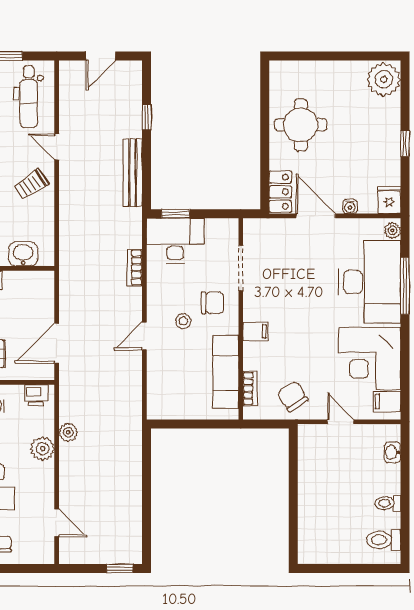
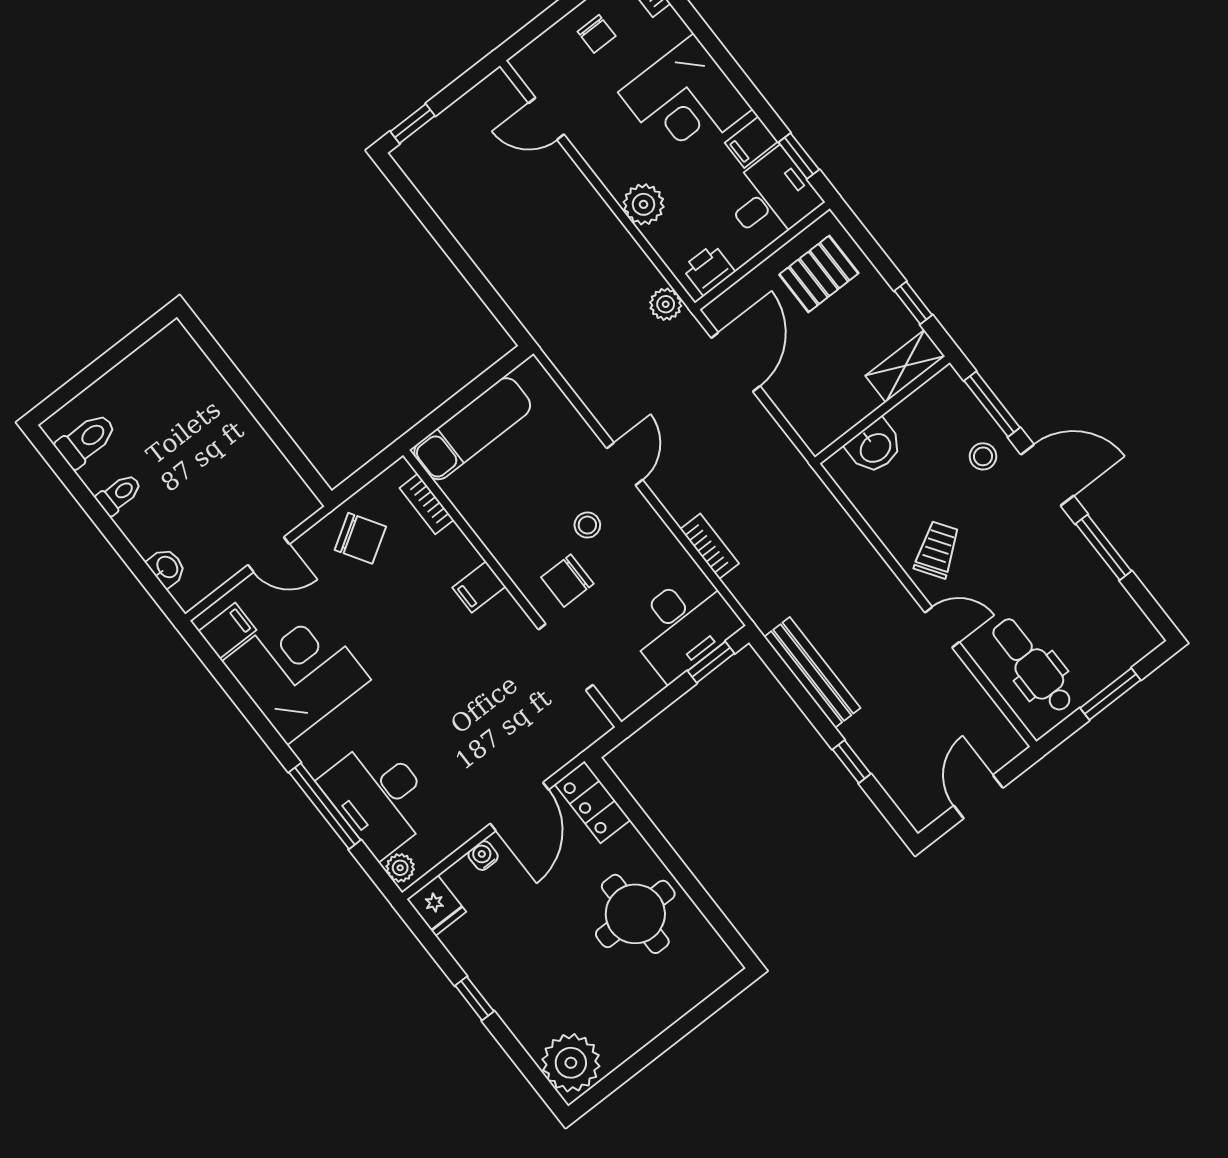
door: (316, 216) -> (519, 807), hinge flipped
desk: (370, 282) -> (379, 797), width x0.73, depth x0.77
exam couch: (226, 372) -> (472, 429), moved, turned 90
plant: (68, 432) -> (666, 304), moved

